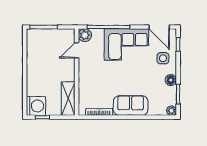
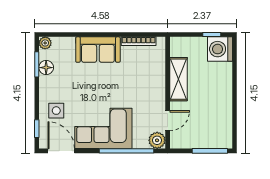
floor lamp: (171, 80) -> (46, 68), moved
shelving: (68, 99) -> (178, 79), moved

